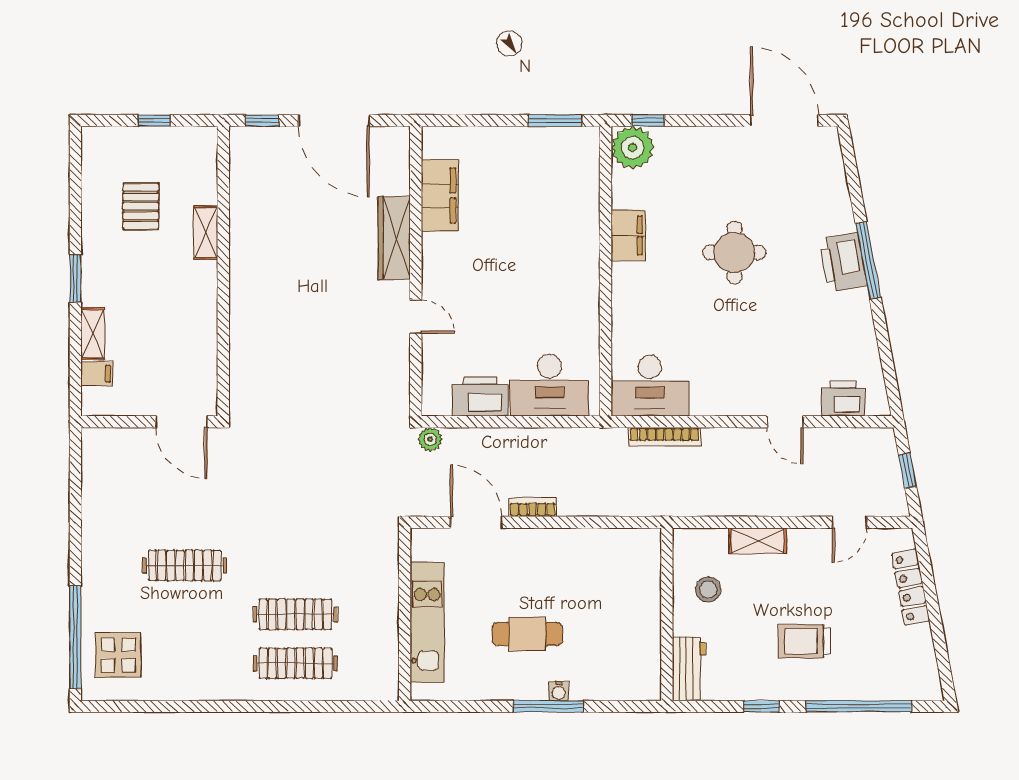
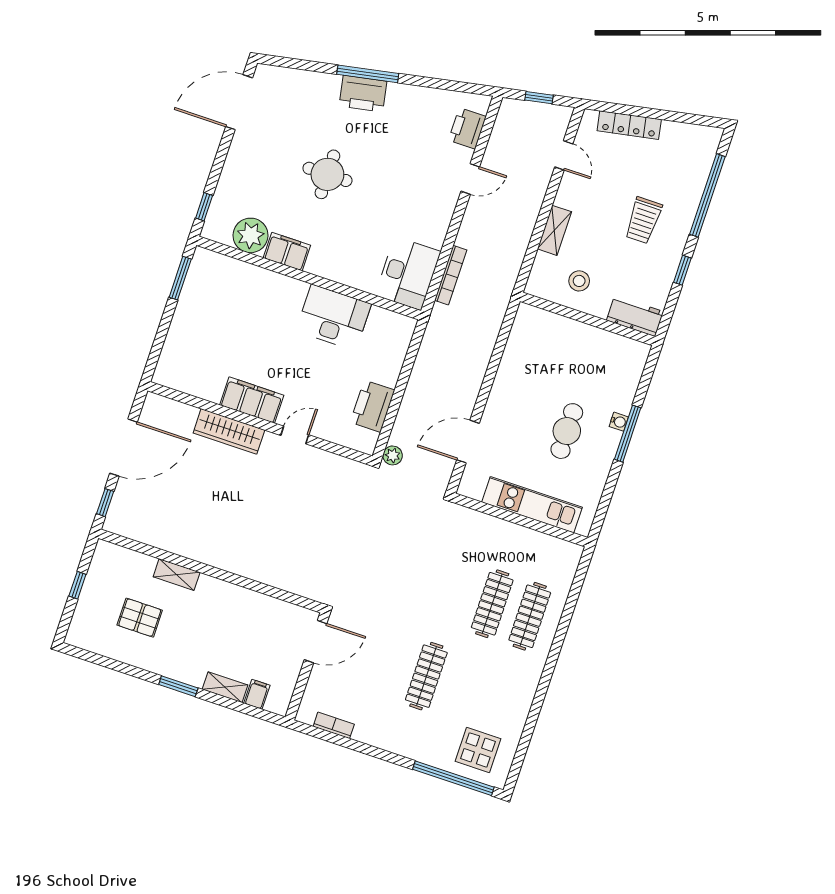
plant: (633, 148) -> (250, 235), moved
filing cabinet: (440, 195) -> (252, 400), moved
desk: (549, 385) -> (334, 317), moved, turned -90
bookcase: (533, 507) -> (334, 725), moved, turned 90

